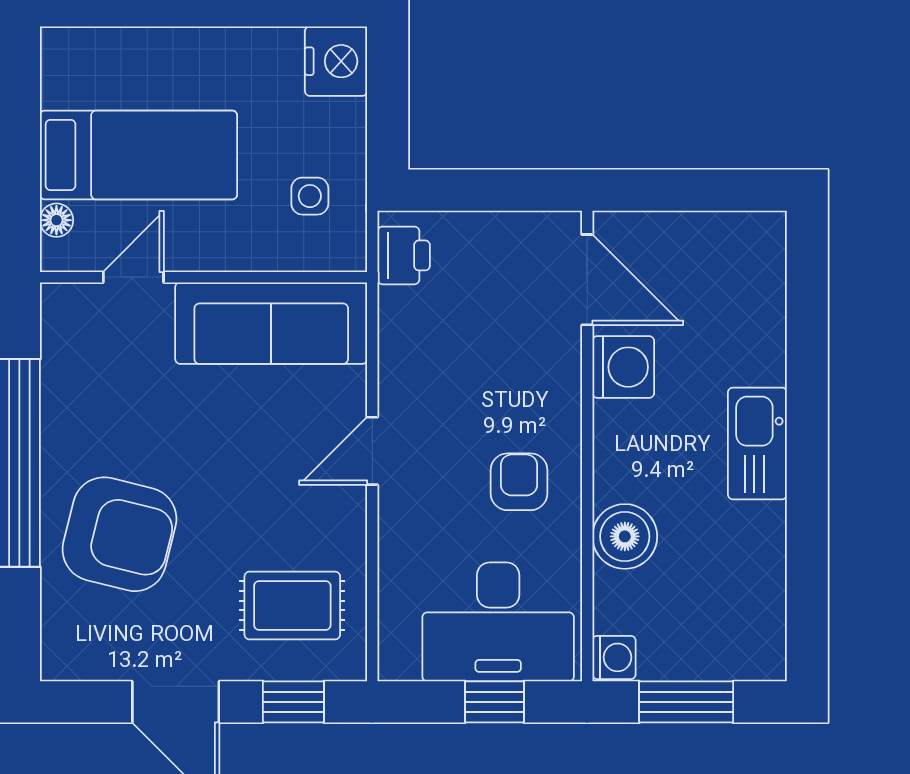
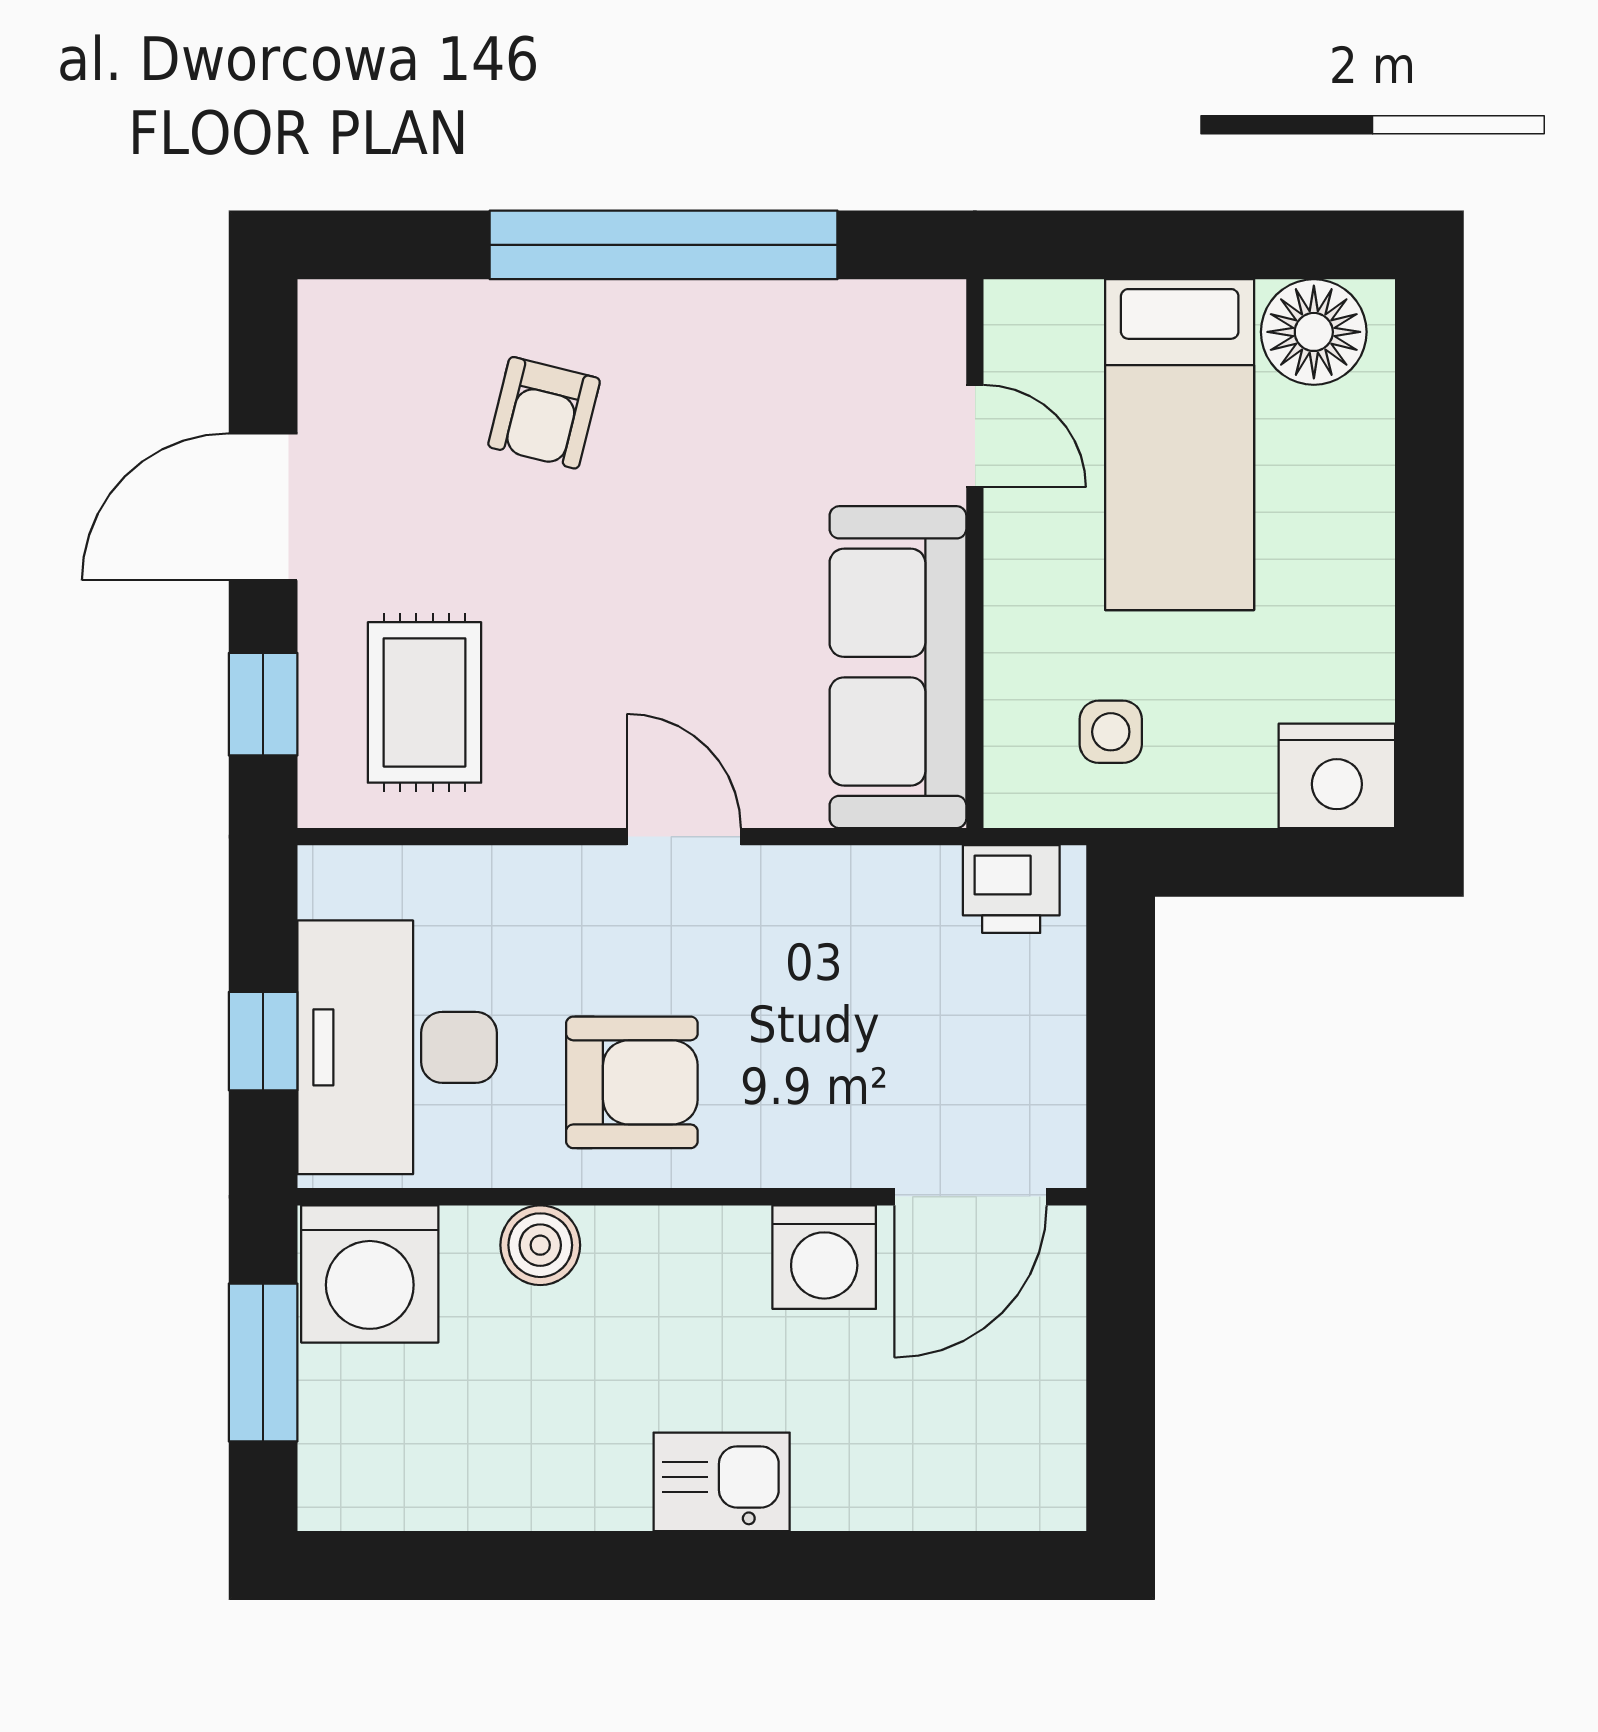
floor lamp: (56, 220) -> (1314, 332), moved, width x1.89, depth x1.89
kitchen sink: (757, 443) -> (722, 1482), width x0.73
armchair: (519, 482) -> (632, 1082), width x1.38, depth x1.38
armchair: (119, 534) -> (544, 413), width x0.53, depth x0.53
boiler: (625, 536) -> (540, 1245), width x0.73, depth x0.73
washing machine: (614, 657) -> (370, 1274), width x1.89, depth x1.89

